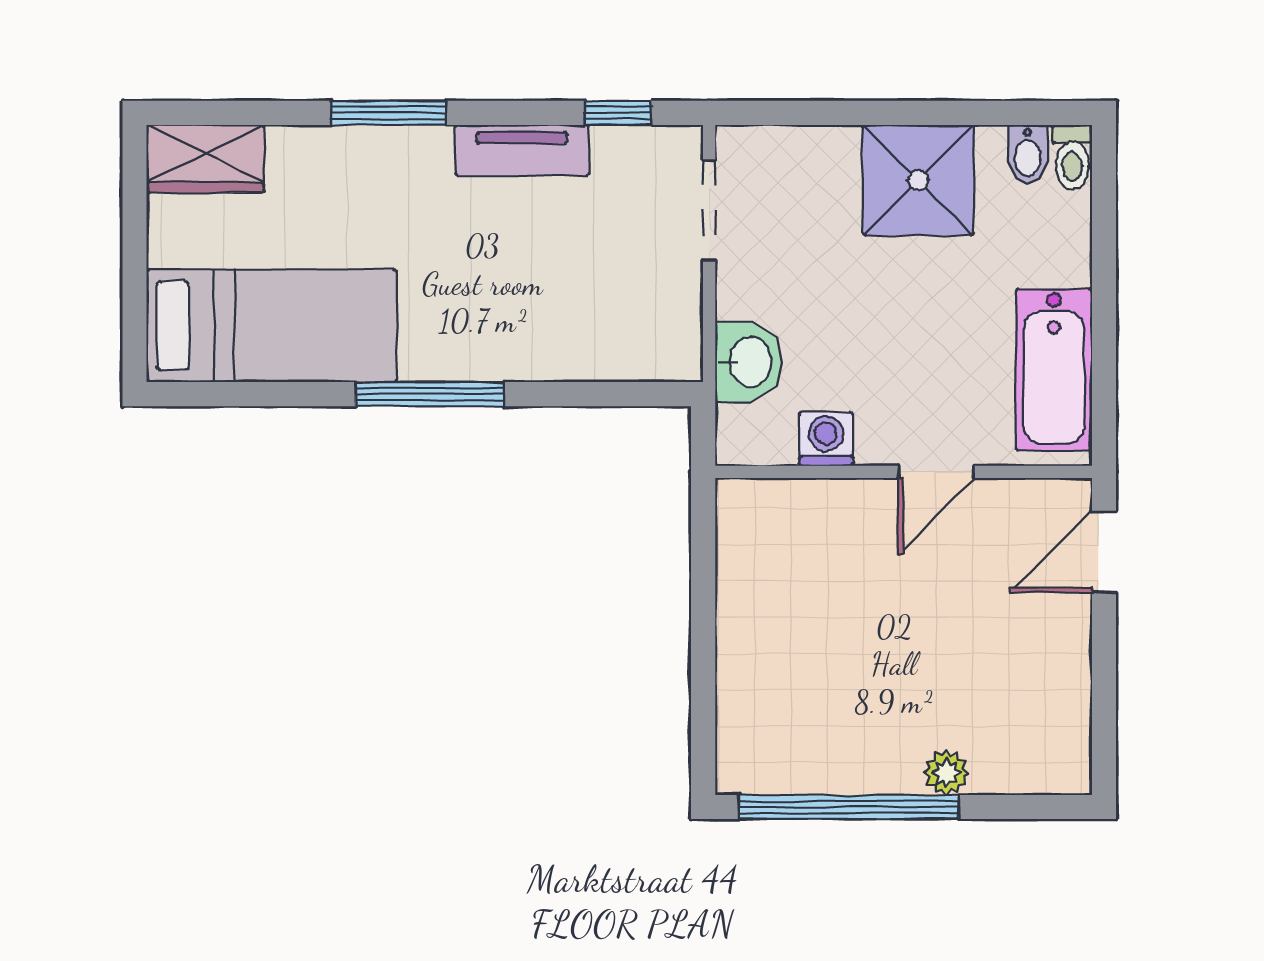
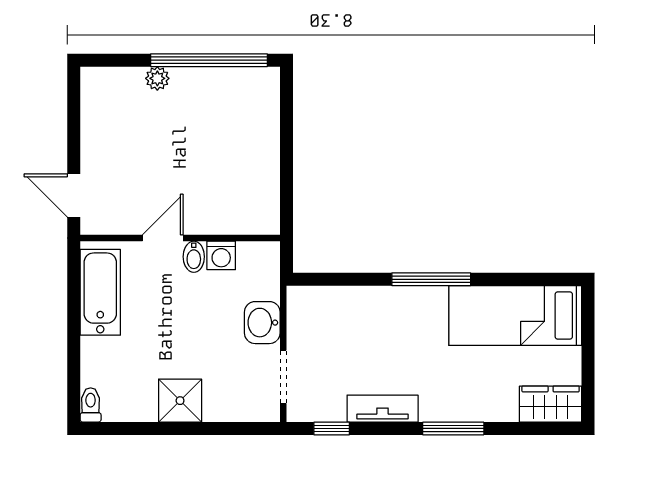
bidet: (1028, 154) -> (194, 257), moved, turned 180
shower: (918, 180) -> (180, 401), width x0.73, depth x0.73
washbasin: (749, 362) -> (262, 323), moved
door: (1104, 552) -> (74, 196), swing flipped

